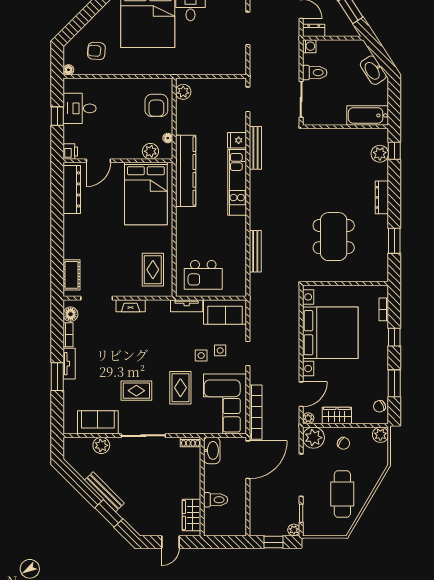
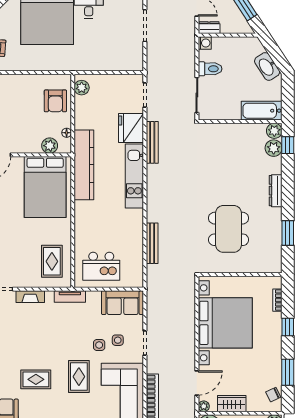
plant: (380, 136) -> (274, 131), added
fridge: (237, 140) -> (131, 128), width x1.88, depth x1.34
tv unit: (187, 306) -> (70, 296), moved

